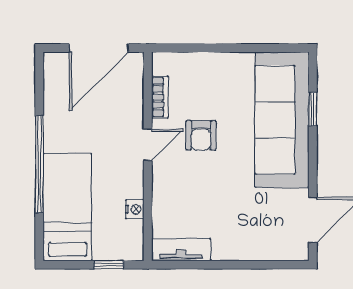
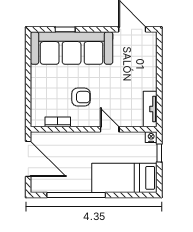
door: (148, 145) -> (110, 129), moved
window: (39, 164) -> (76, 195), moved
nightstand: (135, 209) -> (151, 137), moved

